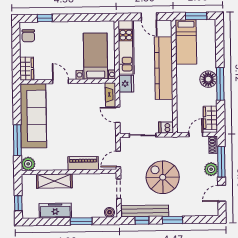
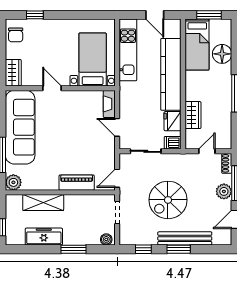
floor lamp: (208, 79) -> (222, 54), moved
fridge: (126, 84) -> (173, 121), moved, turned 180
wardrobe: (210, 118) -> (193, 115), moved, turned 180
spiral stairs: (163, 177) -> (168, 200), turned -90
bench: (145, 211) -> (185, 238), moved

